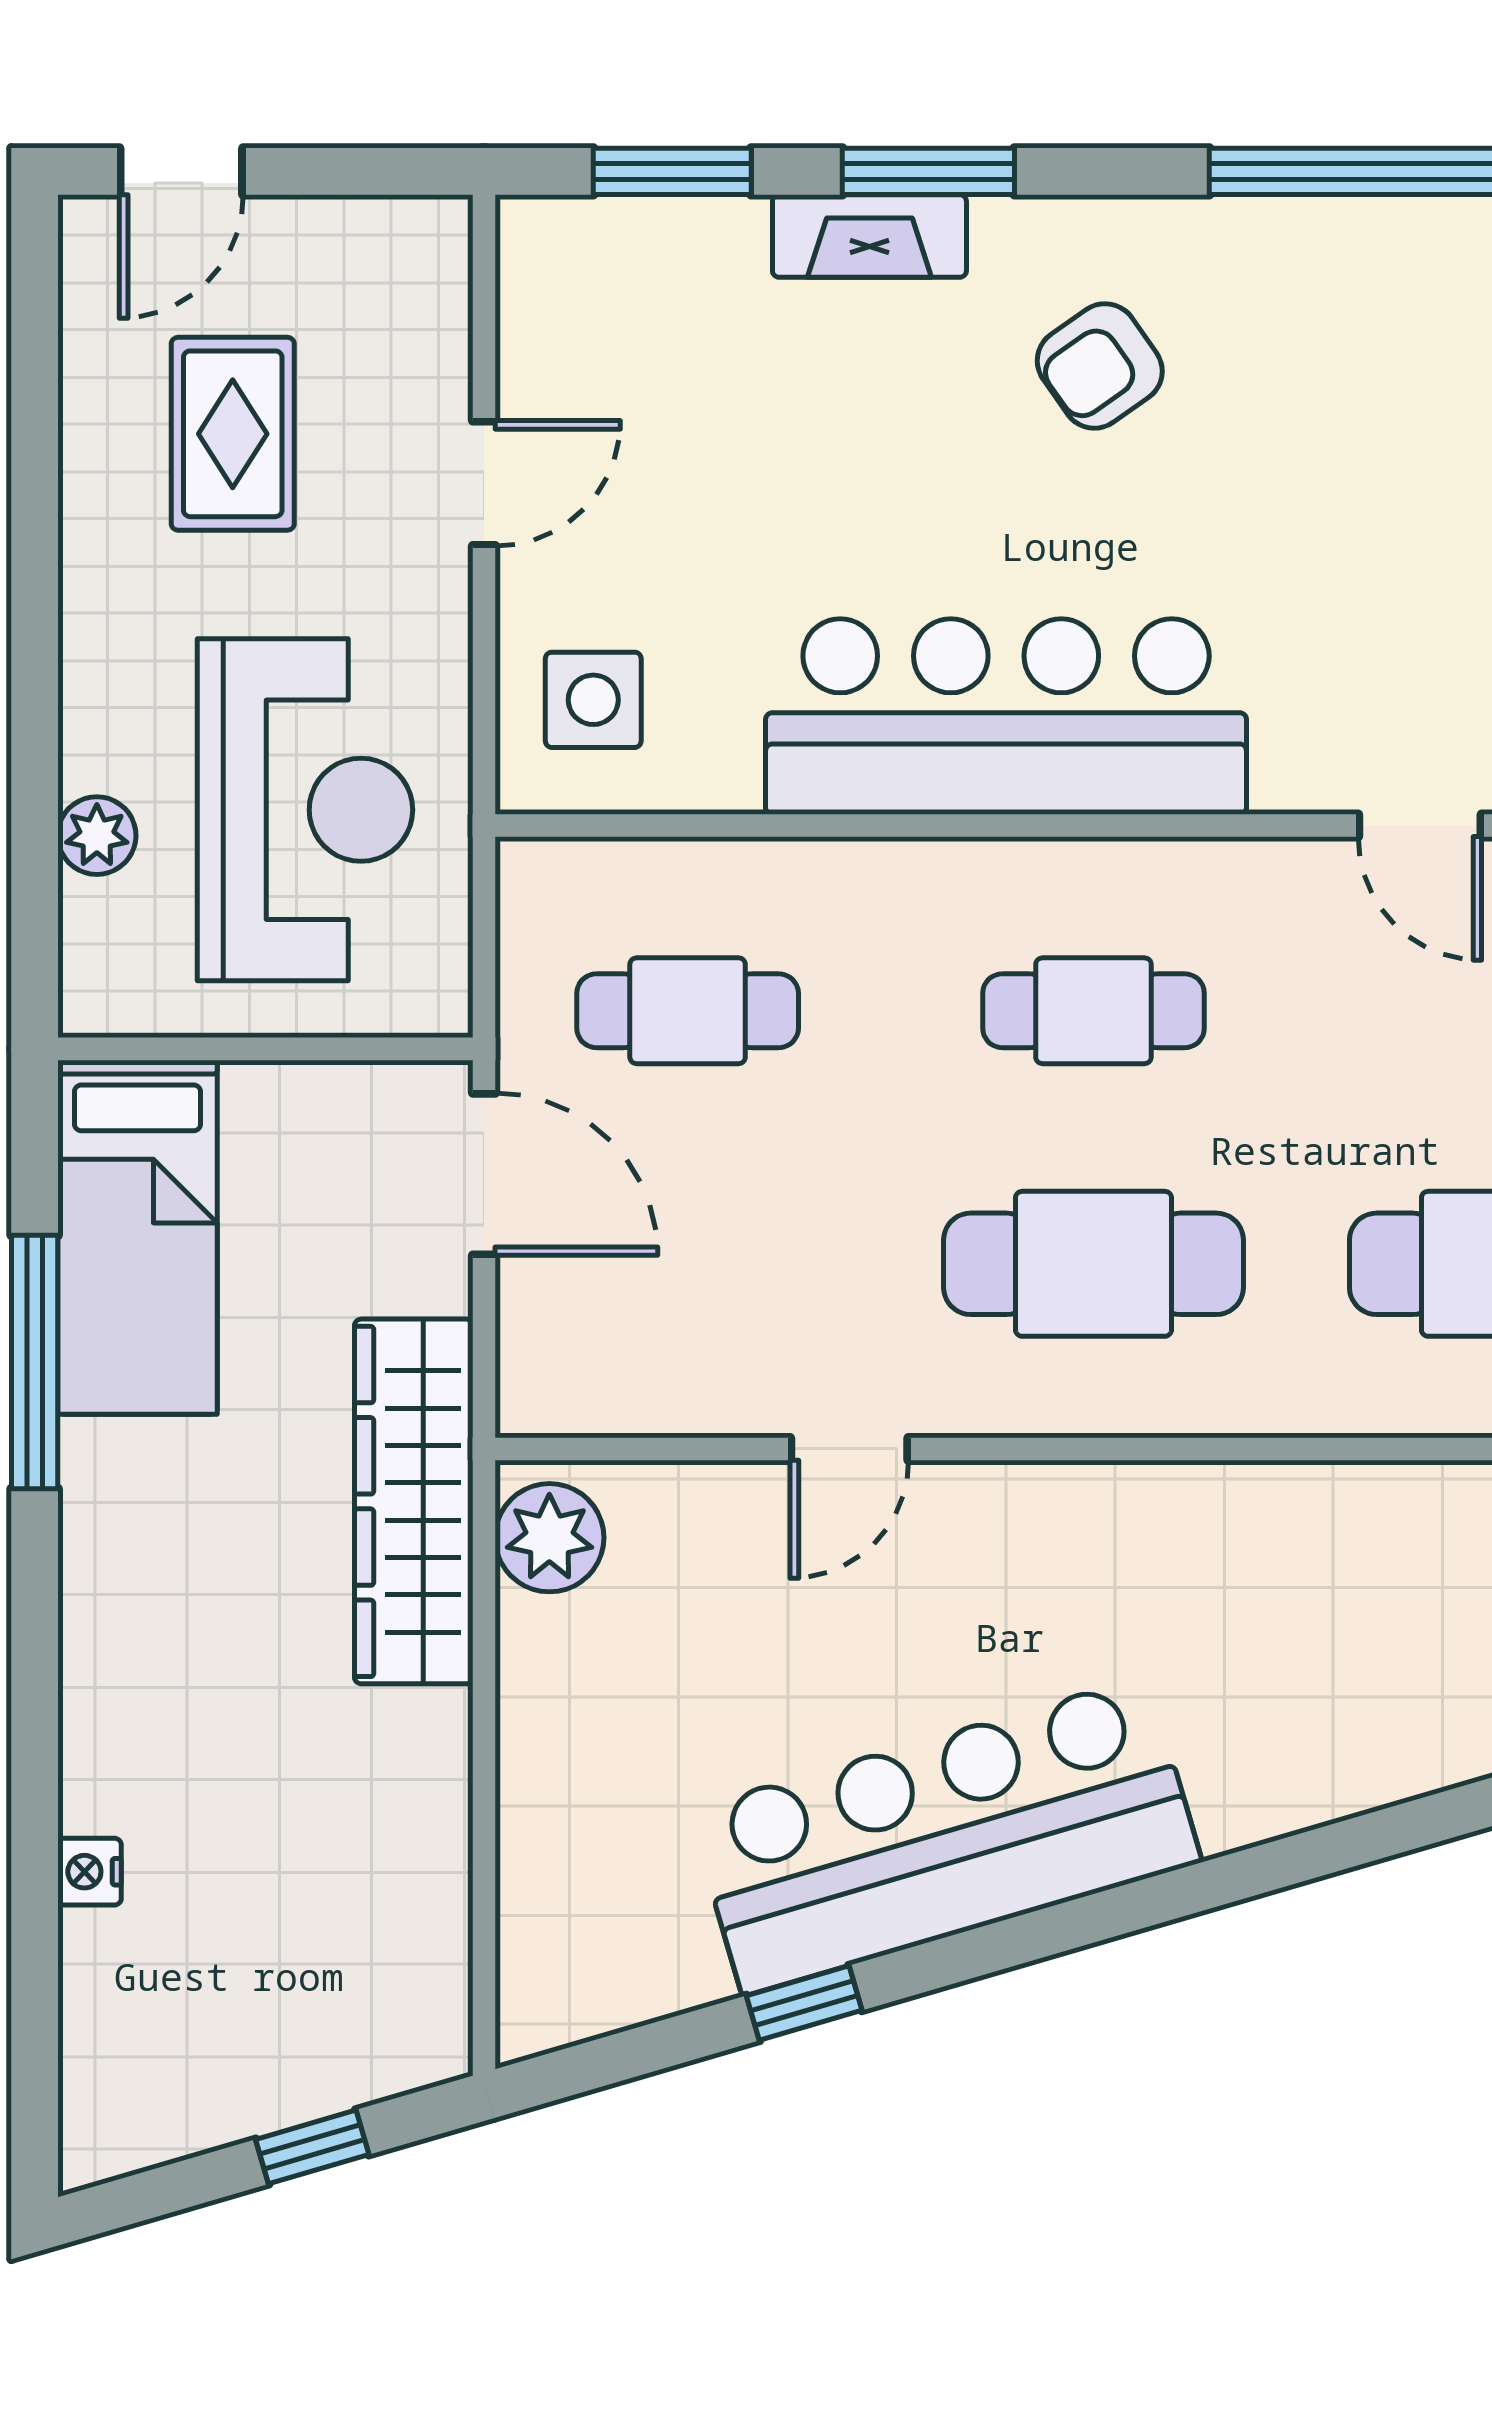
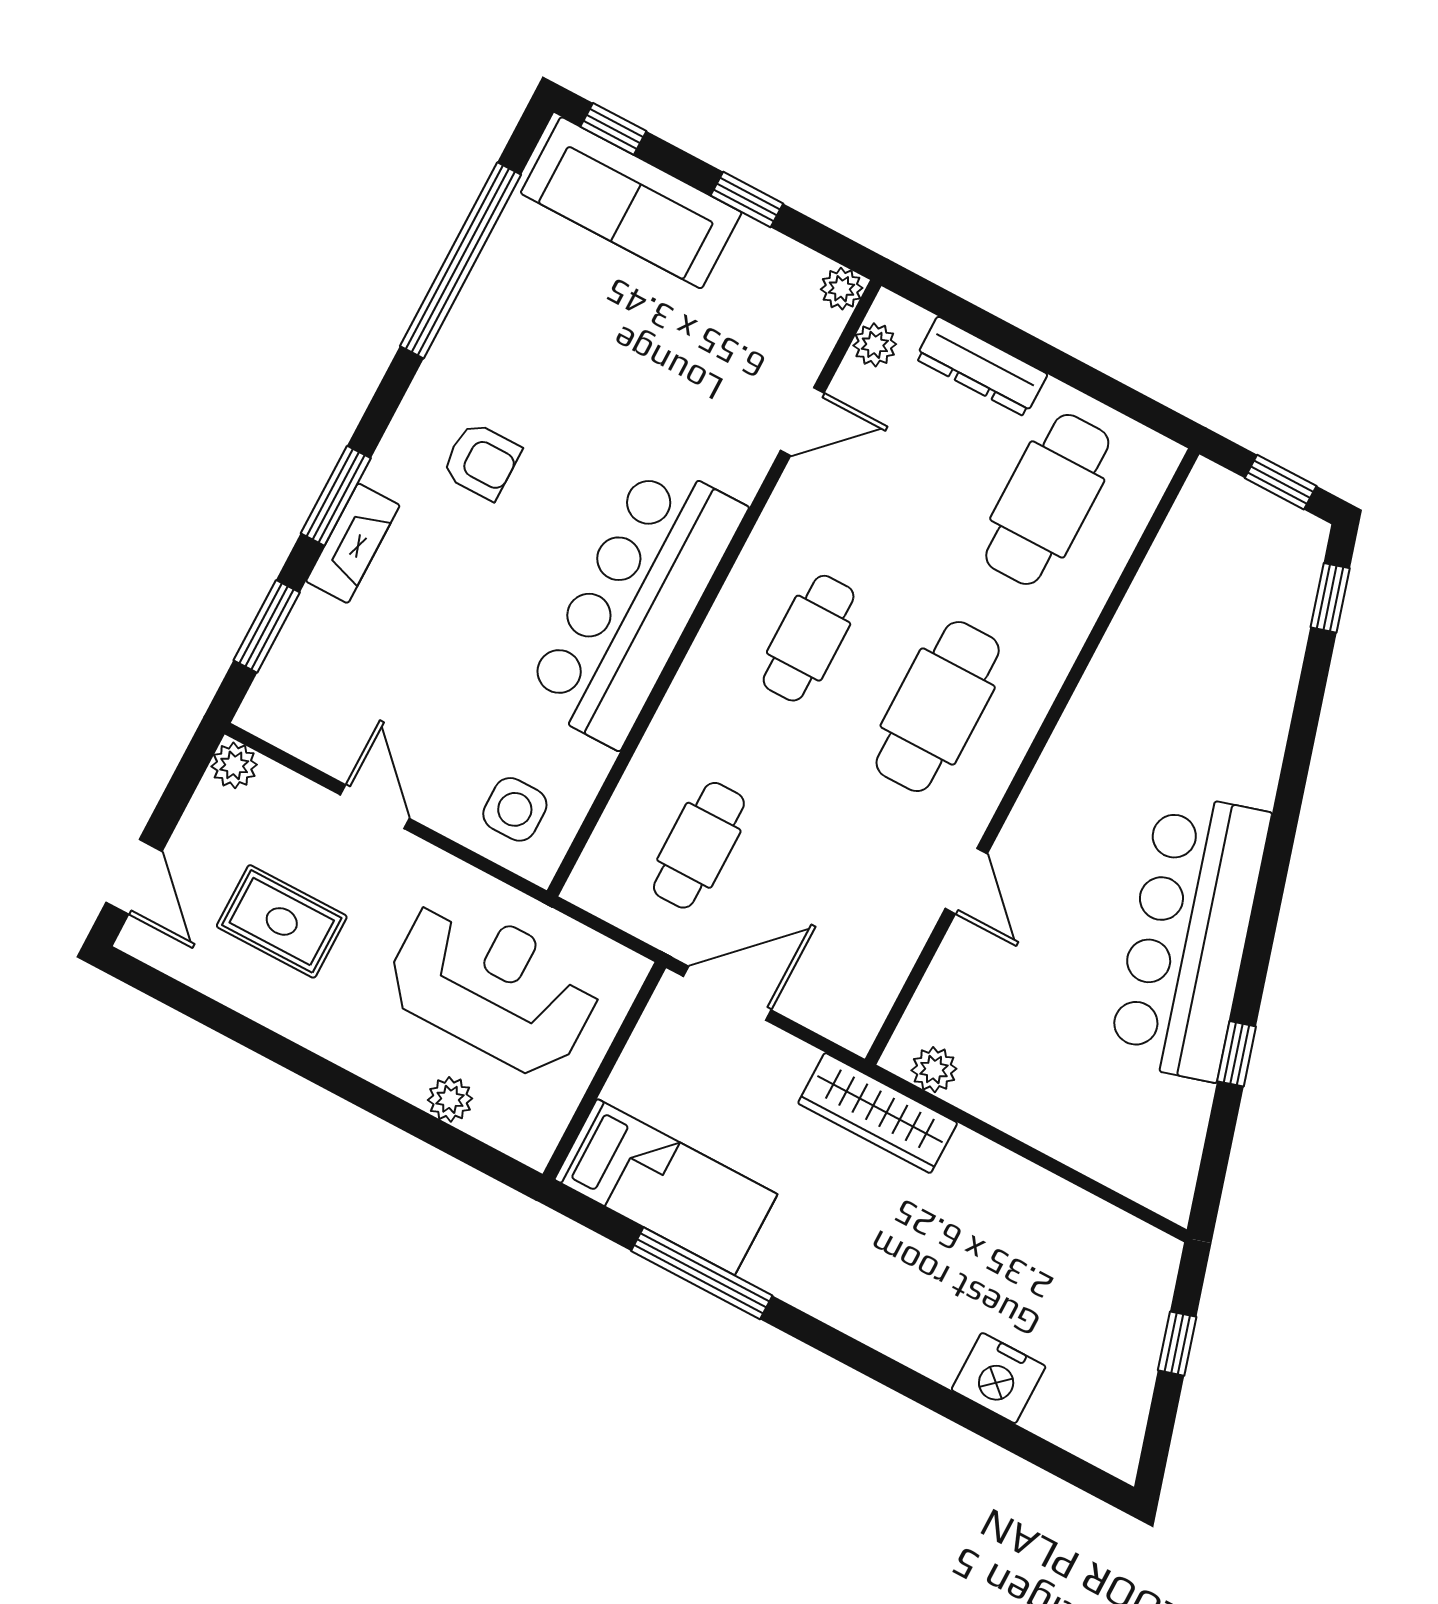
plant: (433, 234) -> (234, 765), added
armchair: (1100, 366) -> (481, 461), turned -55
wardrobe: (414, 1501) -> (878, 1113), width x0.71, depth x0.85
plant: (549, 1538) -> (934, 1070), width x0.73, depth x0.73
nightstand: (89, 1872) -> (999, 1378), width x1.89, depth x1.79

